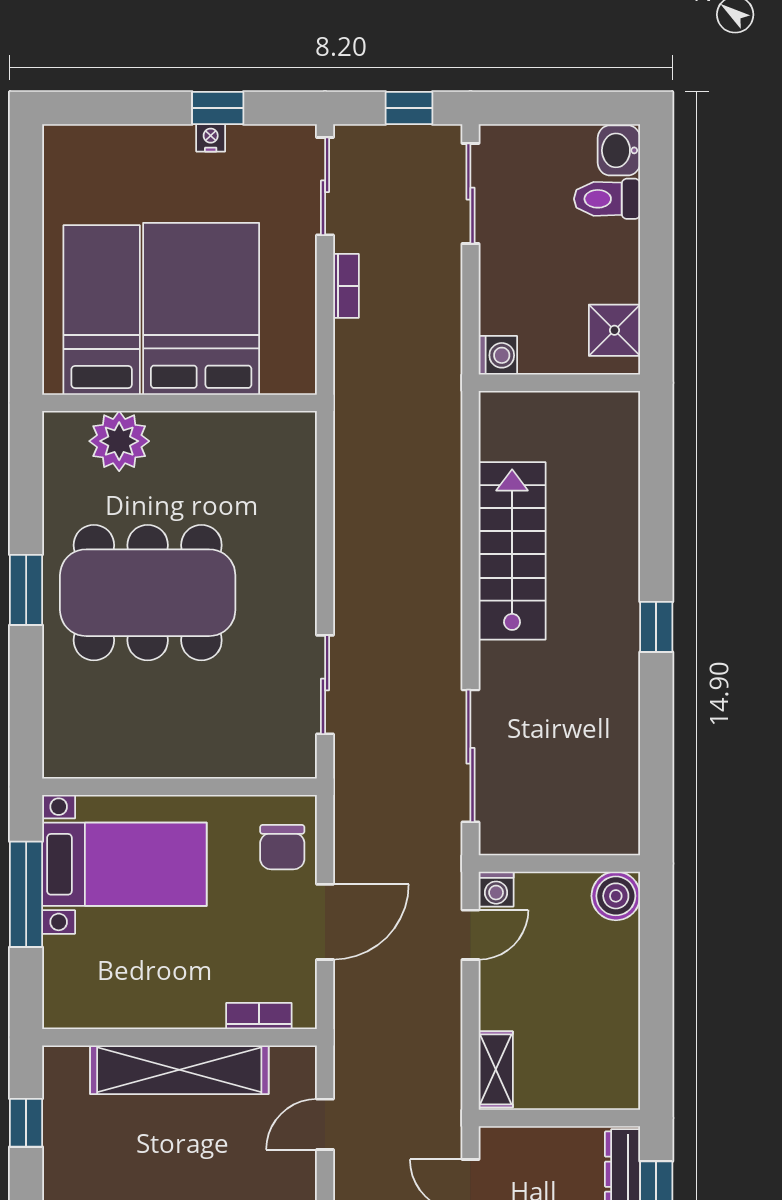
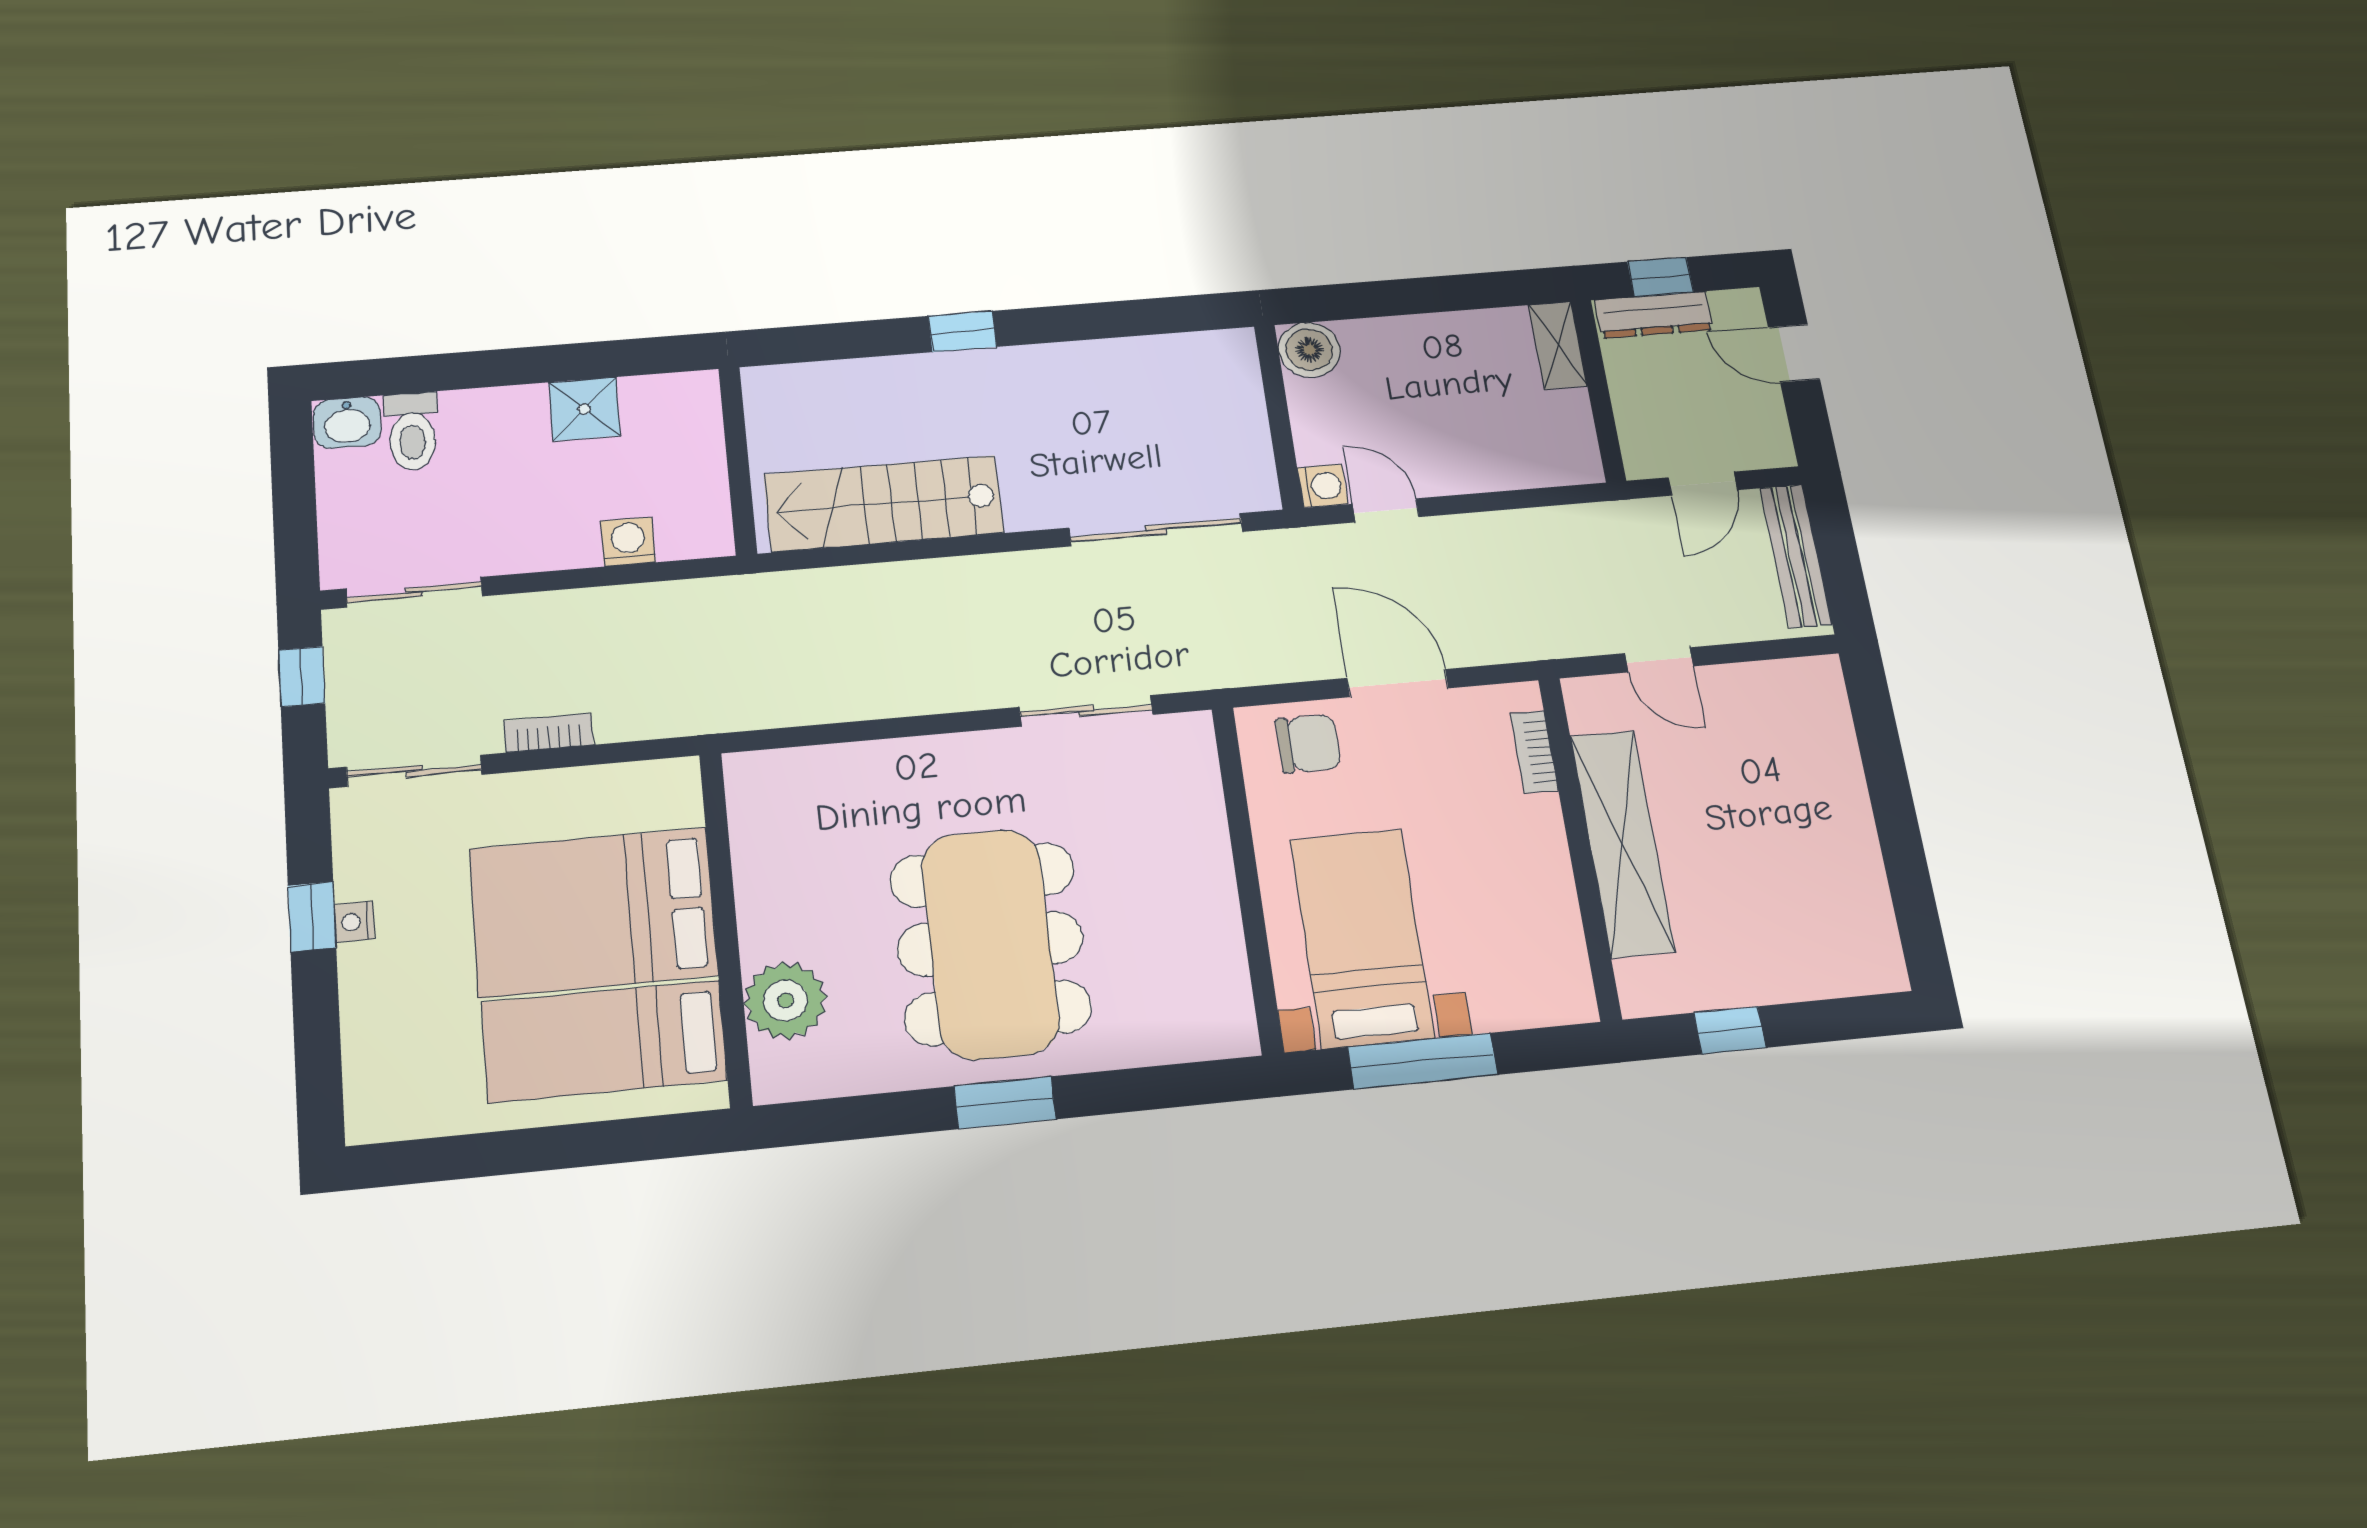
wall: (559, 383) -> (738, 460), moved
shelving: (496, 1069) -> (1558, 345), moved, turned 90

